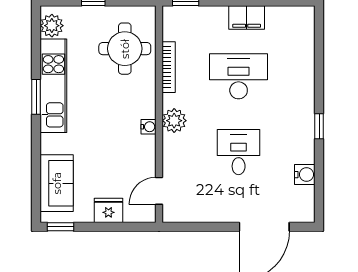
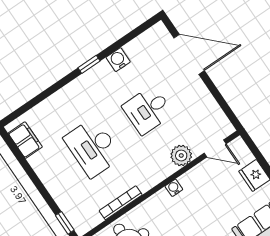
filing cabinet: (247, 18) -> (25, 140), moved
plant: (174, 121) -> (181, 155), moved
water cooler: (305, 175) -> (118, 60), moved

